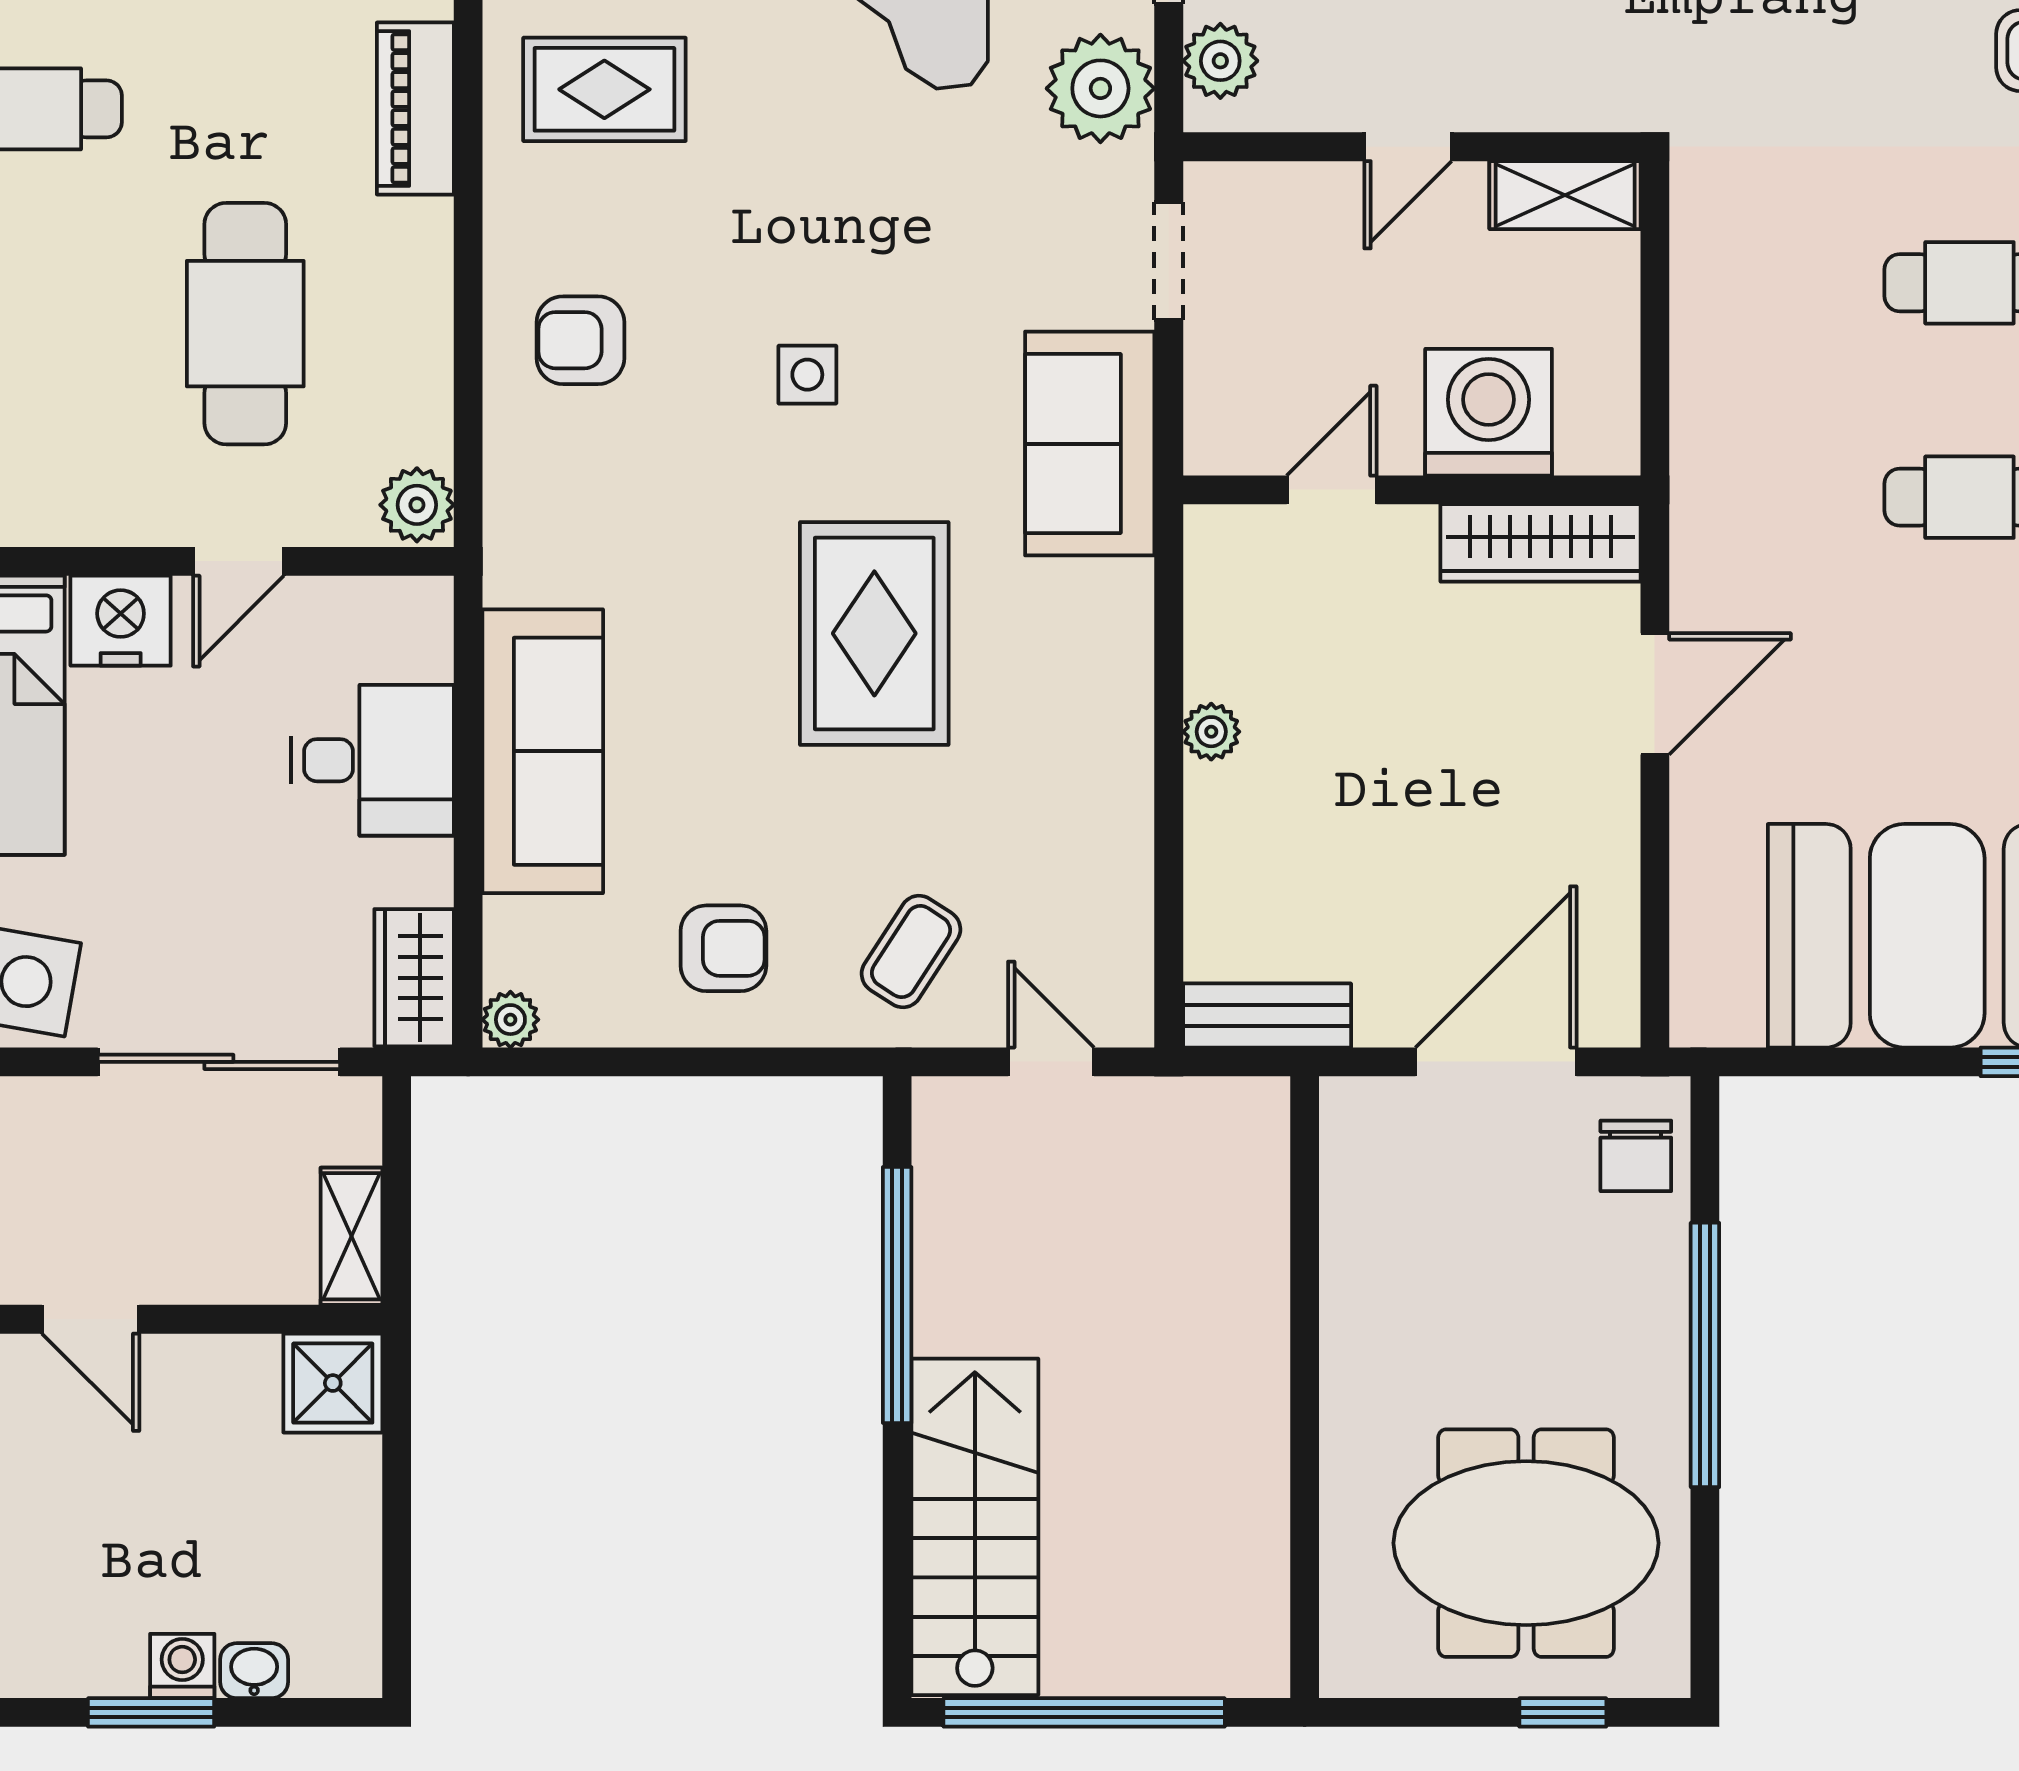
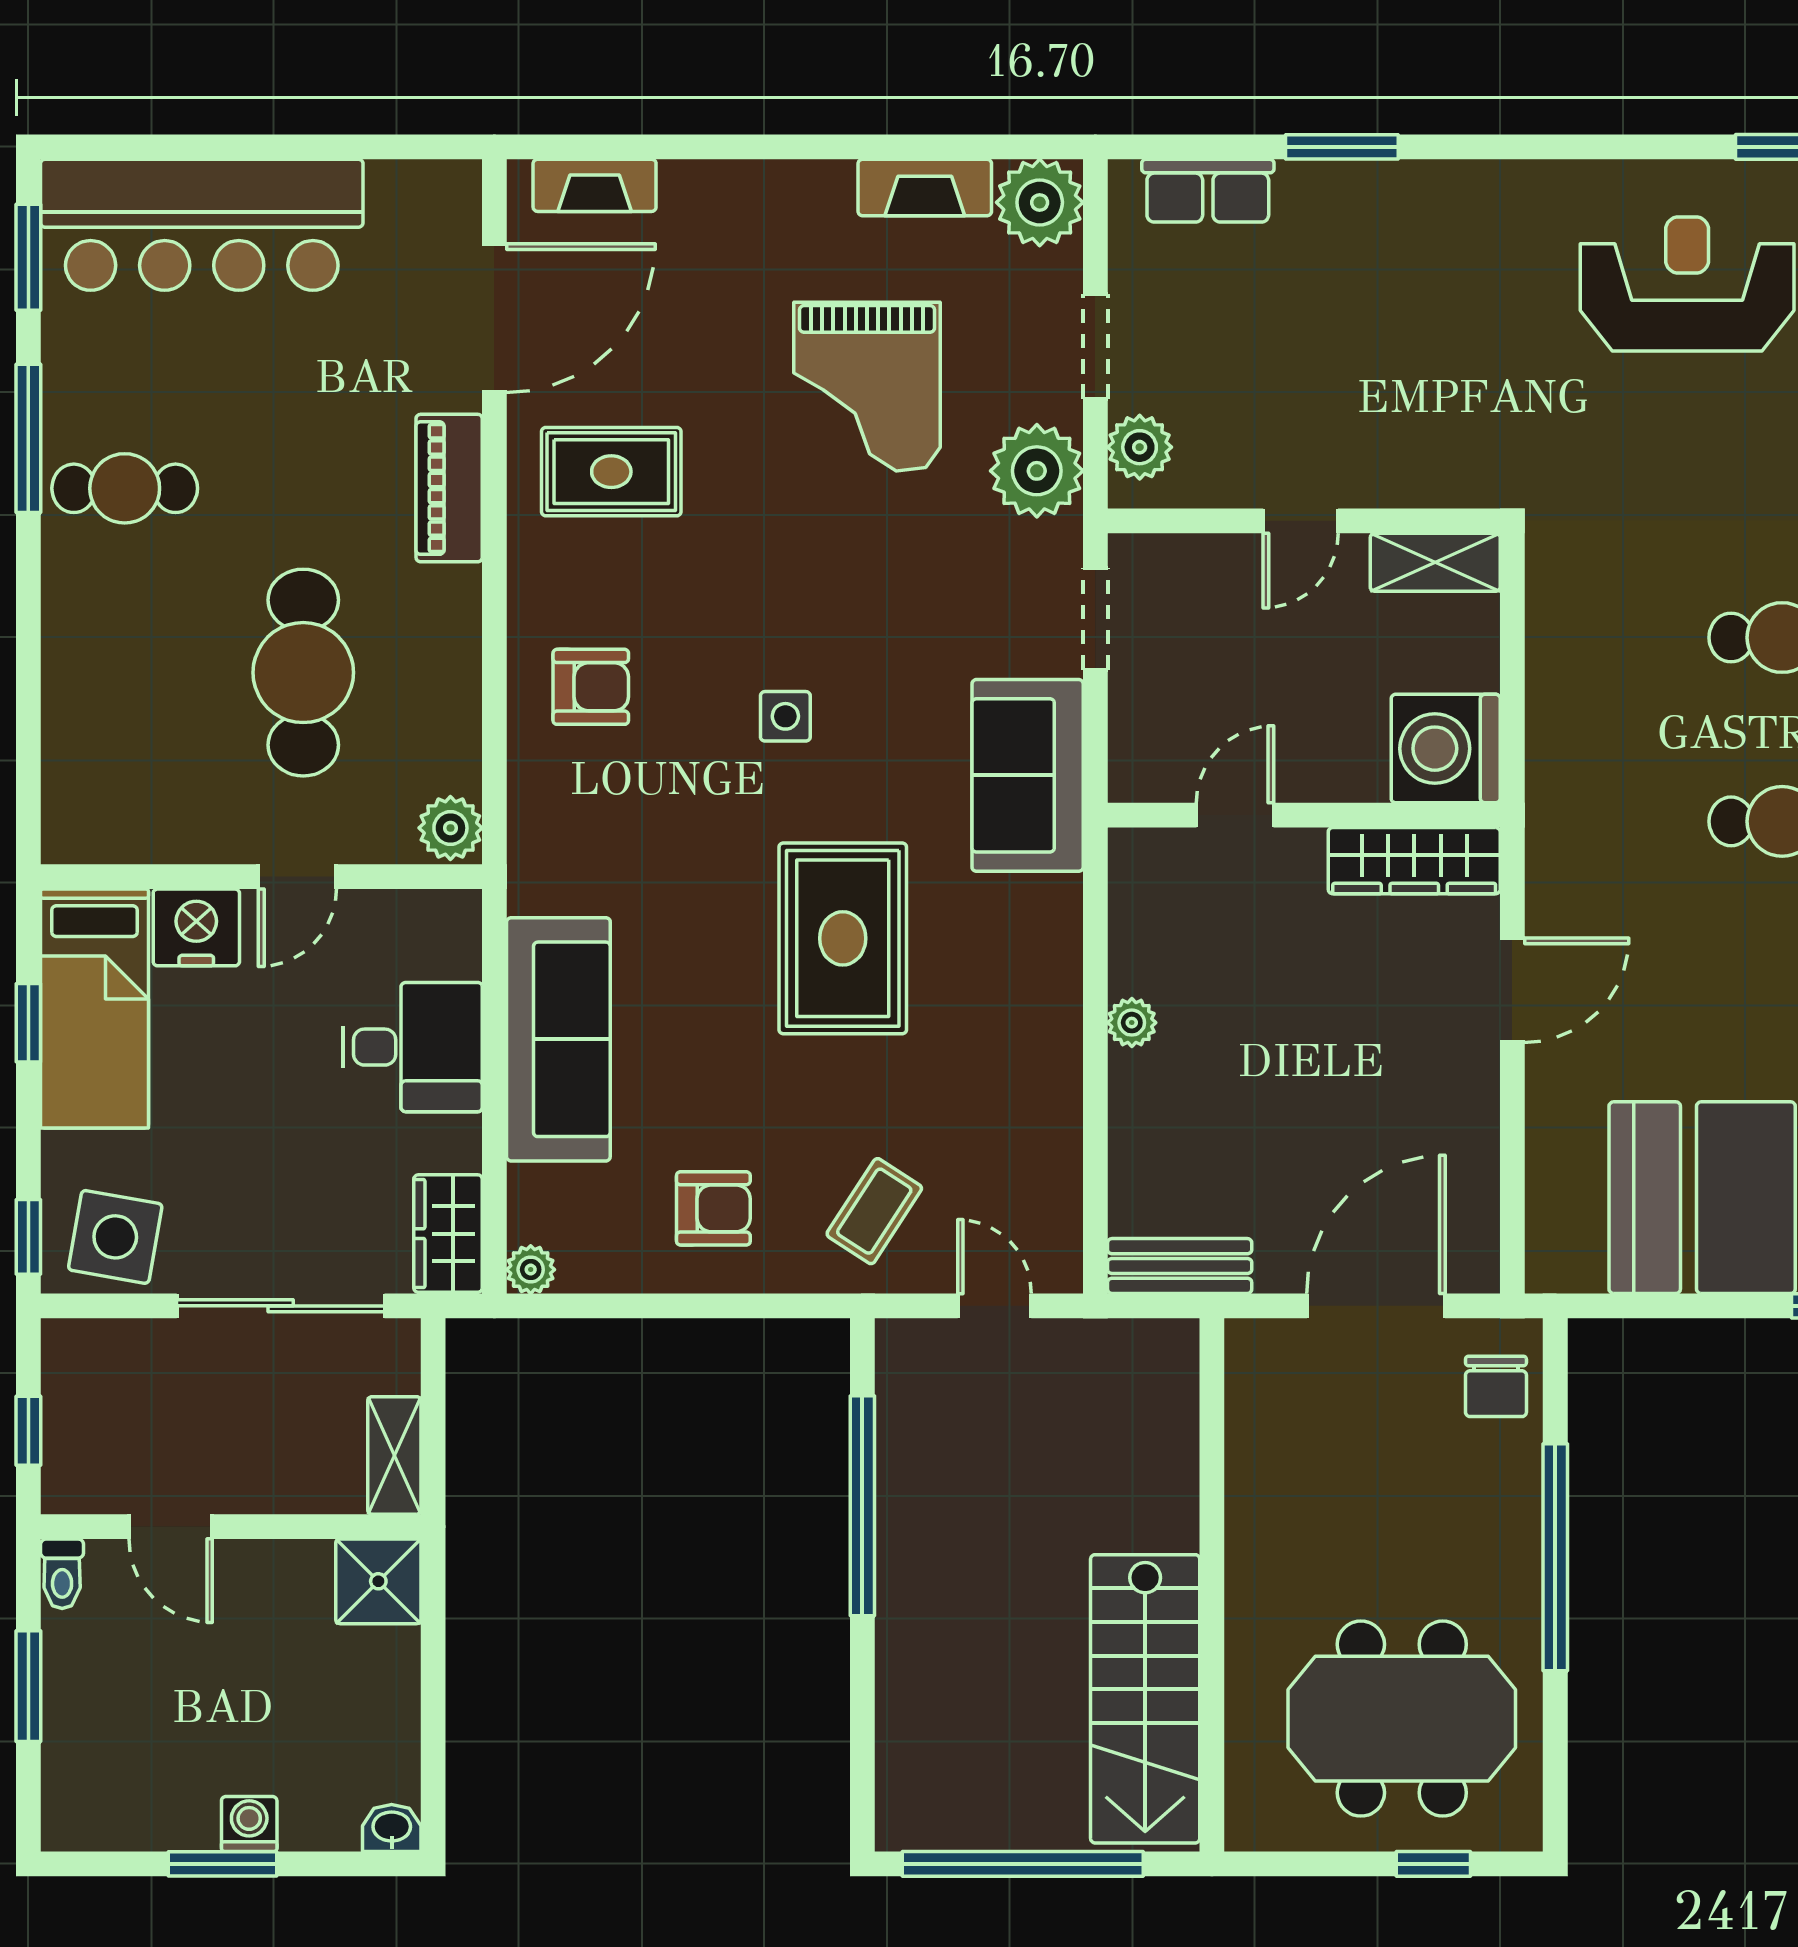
armchair: (580, 340) -> (591, 687), turned 180
washing machine: (1489, 412) -> (1446, 749), moved, turned -90
stairs: (975, 1527) -> (1145, 1699), moved, turned 180
washbasin: (254, 1671) -> (392, 1828), moved

